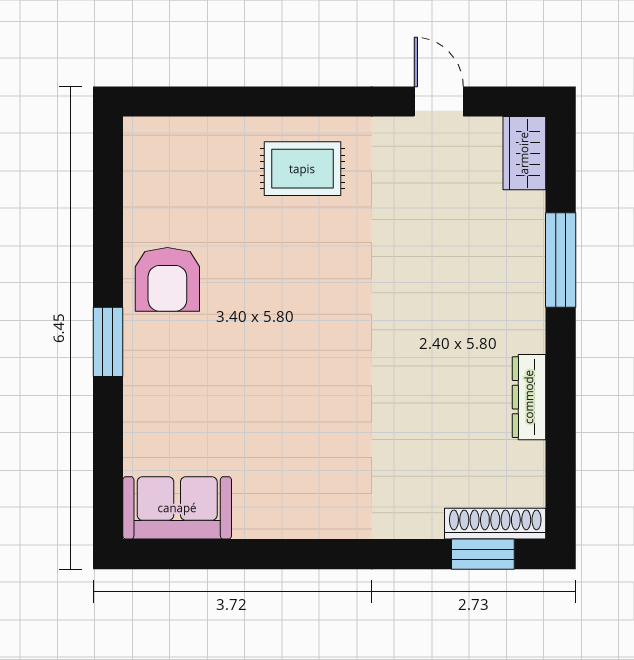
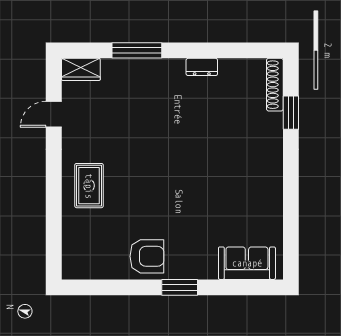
dresser: (529, 397) -> (202, 67), width x0.70
sofa: (177, 508) -> (247, 263), moved, turned 90
window: (483, 554) -> (291, 113), moved

